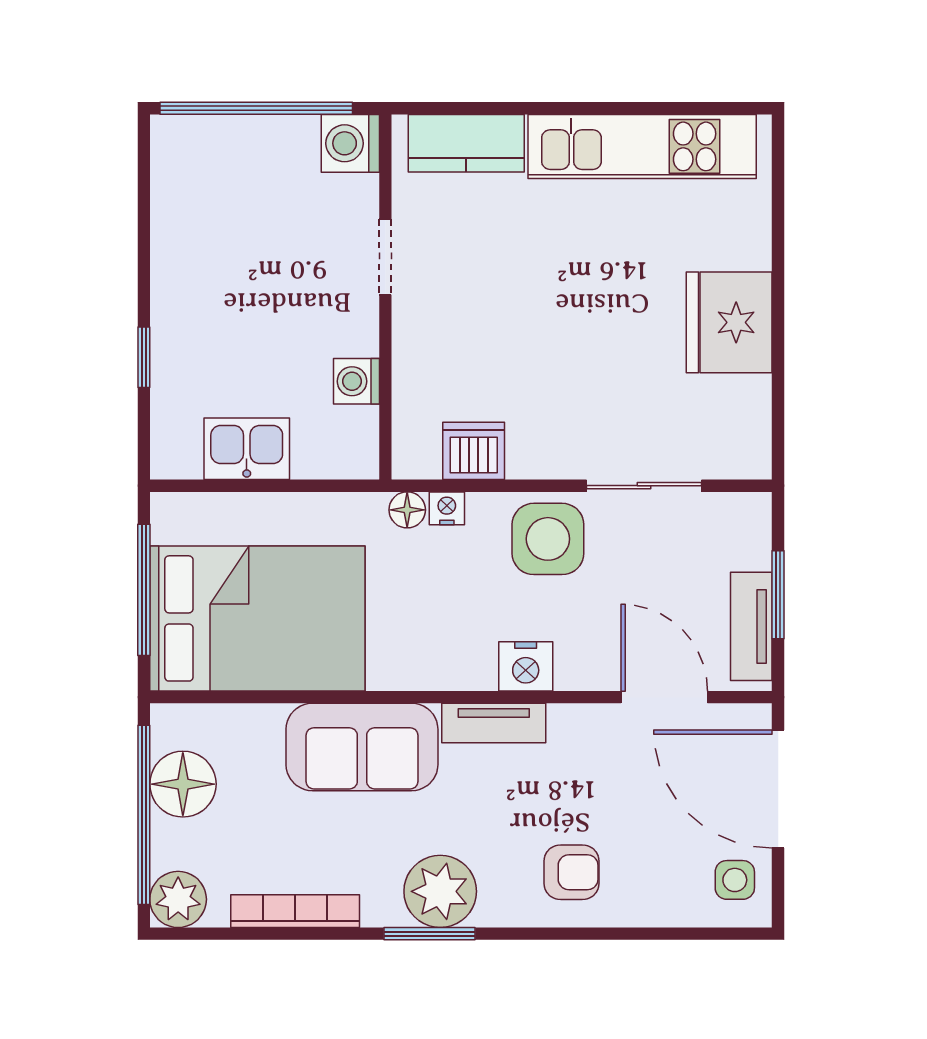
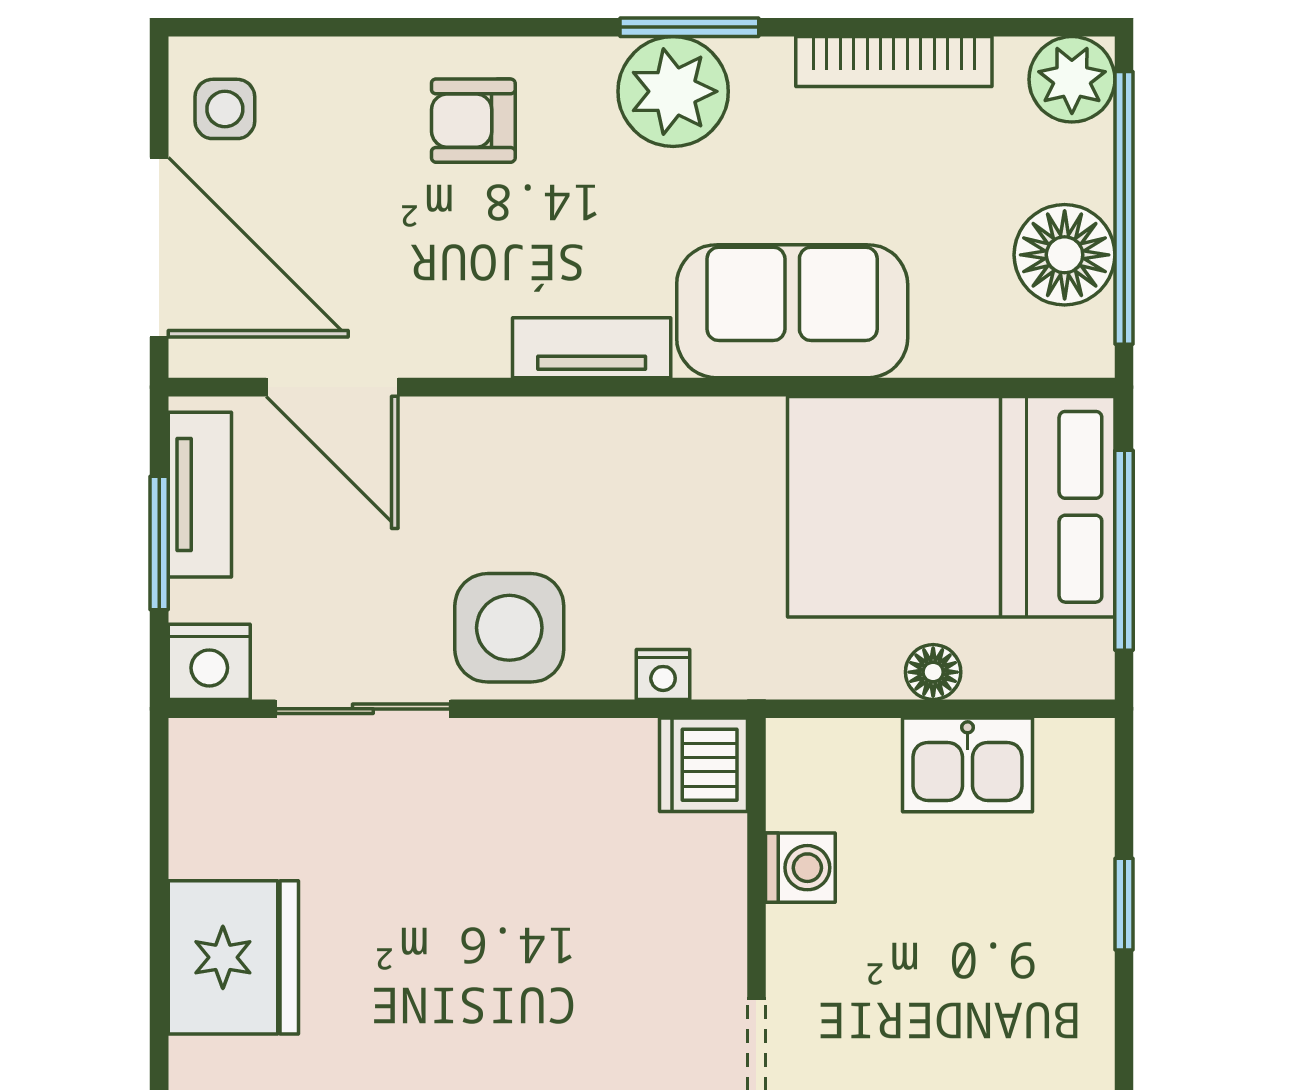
dishwasher: (474, 451) -> (703, 765), moved, turned 90
floor lamp: (407, 510) -> (933, 672), moved
nightstand: (526, 666) -> (209, 662), moved, turned 180

